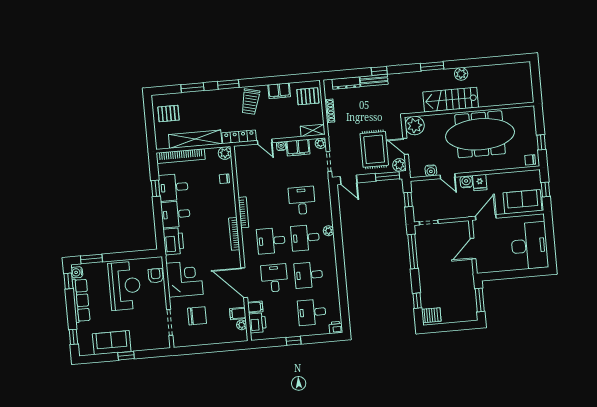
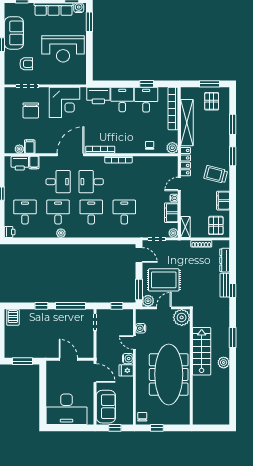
window: (149, 117) -> (210, 84), added
door: (448, 176) -> (134, 343), hinge flipped
door: (349, 180) -> (139, 255), swing flipped
desk: (302, 200) -> (124, 212), turned -90
plant: (328, 231) -> (61, 233), moved
desk: (271, 241) -> (91, 182), turned -90
armchair: (156, 276) -> (26, 64), moved
door: (244, 283) -> (70, 155), moved
window: (417, 301) -> (41, 306), moved

